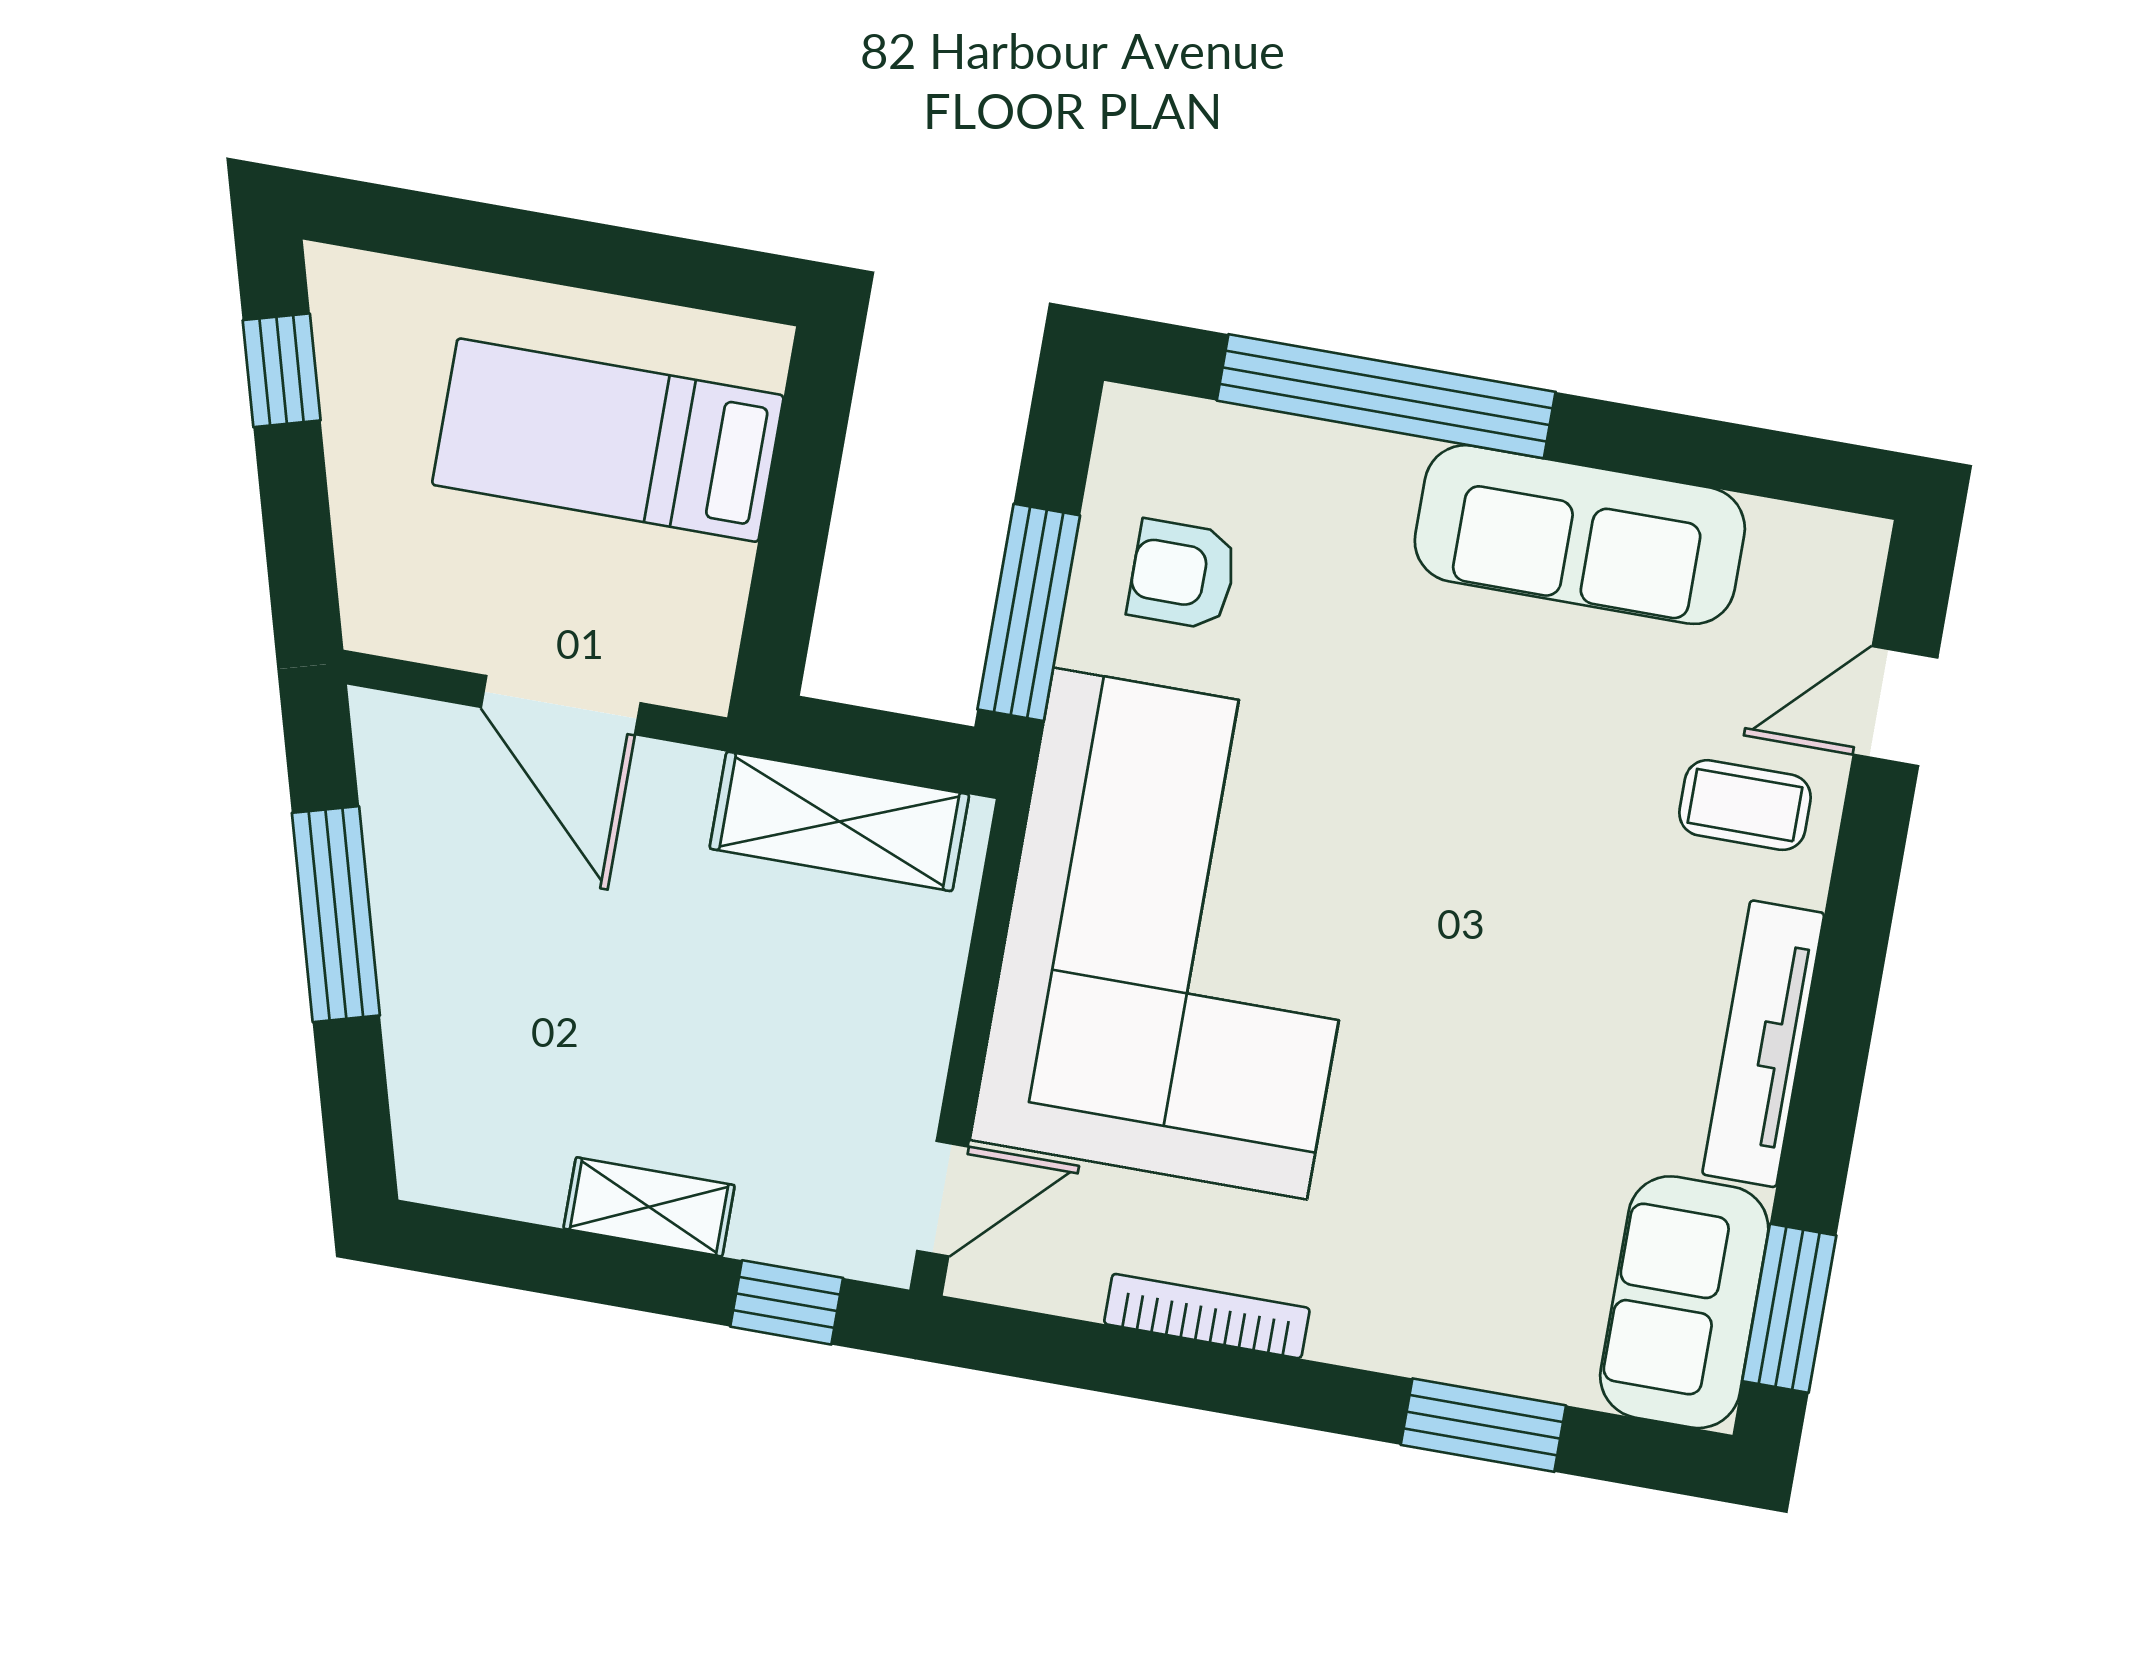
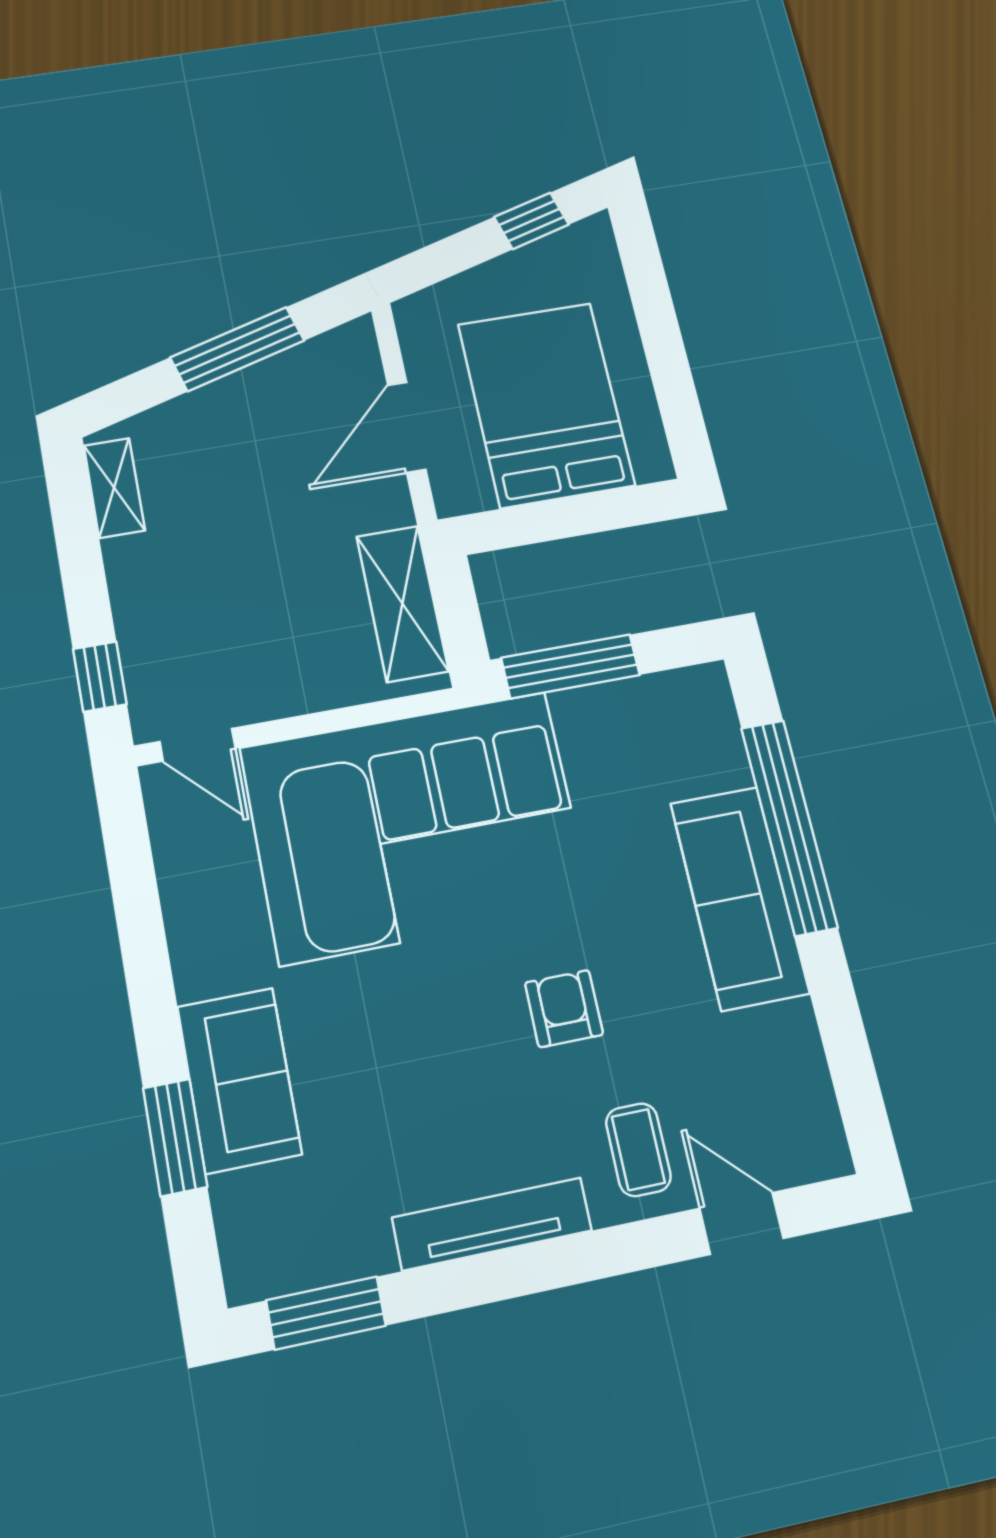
bed: (608, 440) -> (546, 404), width x1.50
sofa: (1580, 535) -> (739, 898), moved
armchair: (1182, 575) -> (564, 1009), moved
shelving: (649, 1207) -> (114, 488), moved
sofa: (1684, 1302) -> (239, 1080), moved, turned 90
bookcase: (1207, 1316) -> (183, 933), removed

